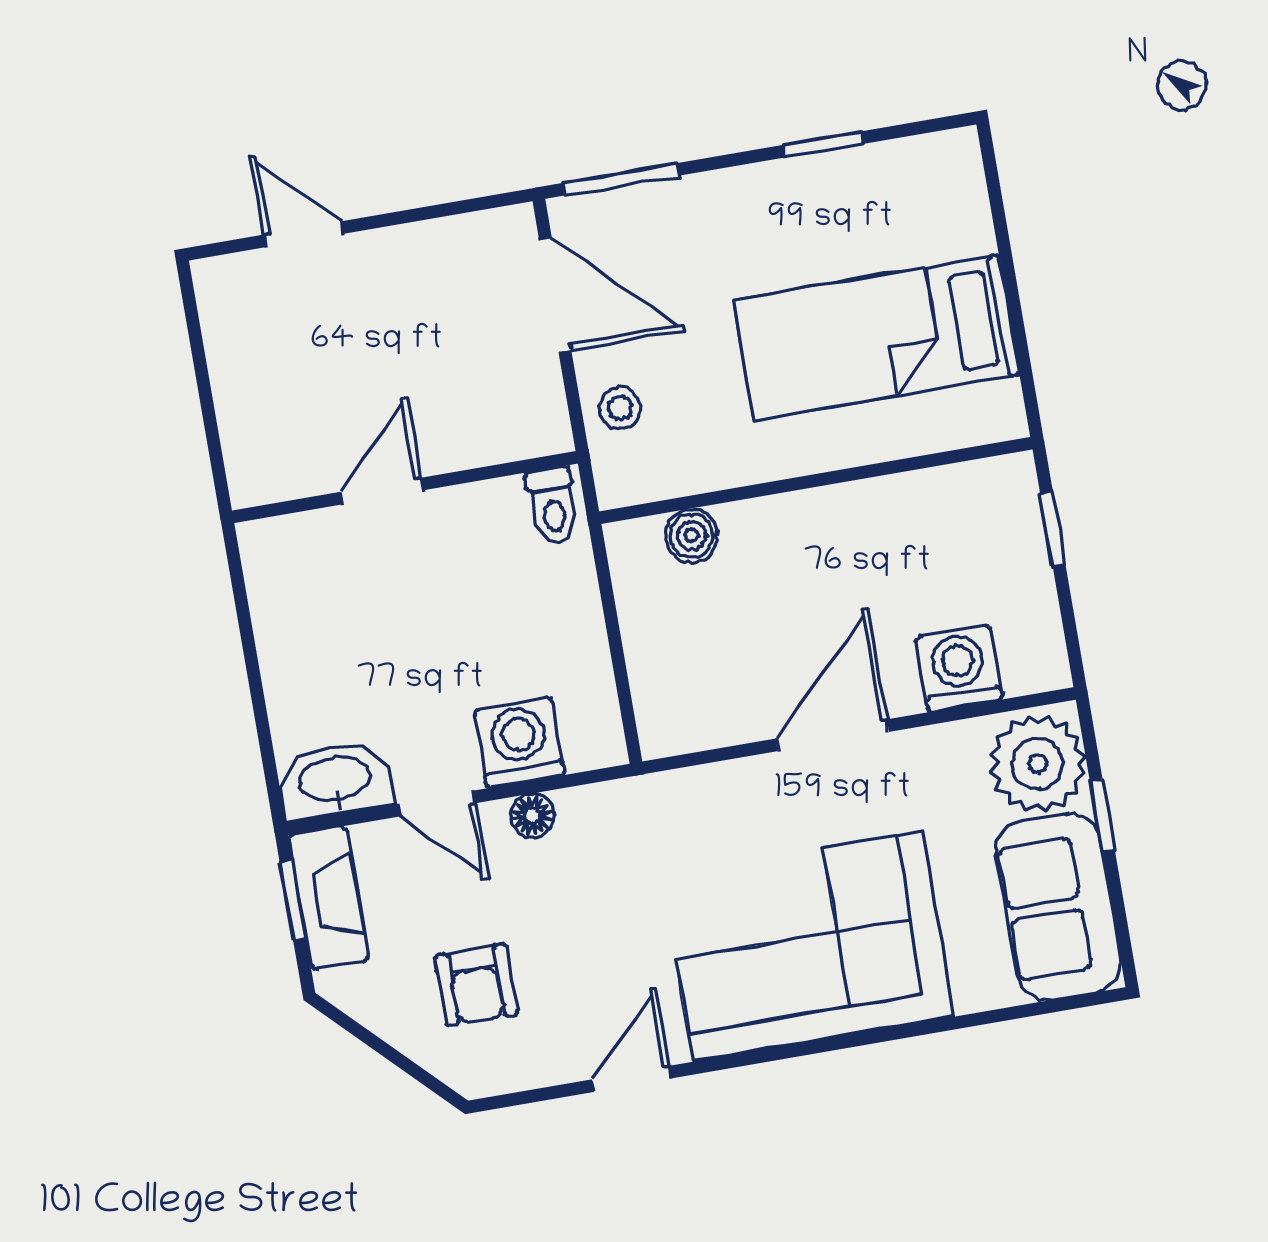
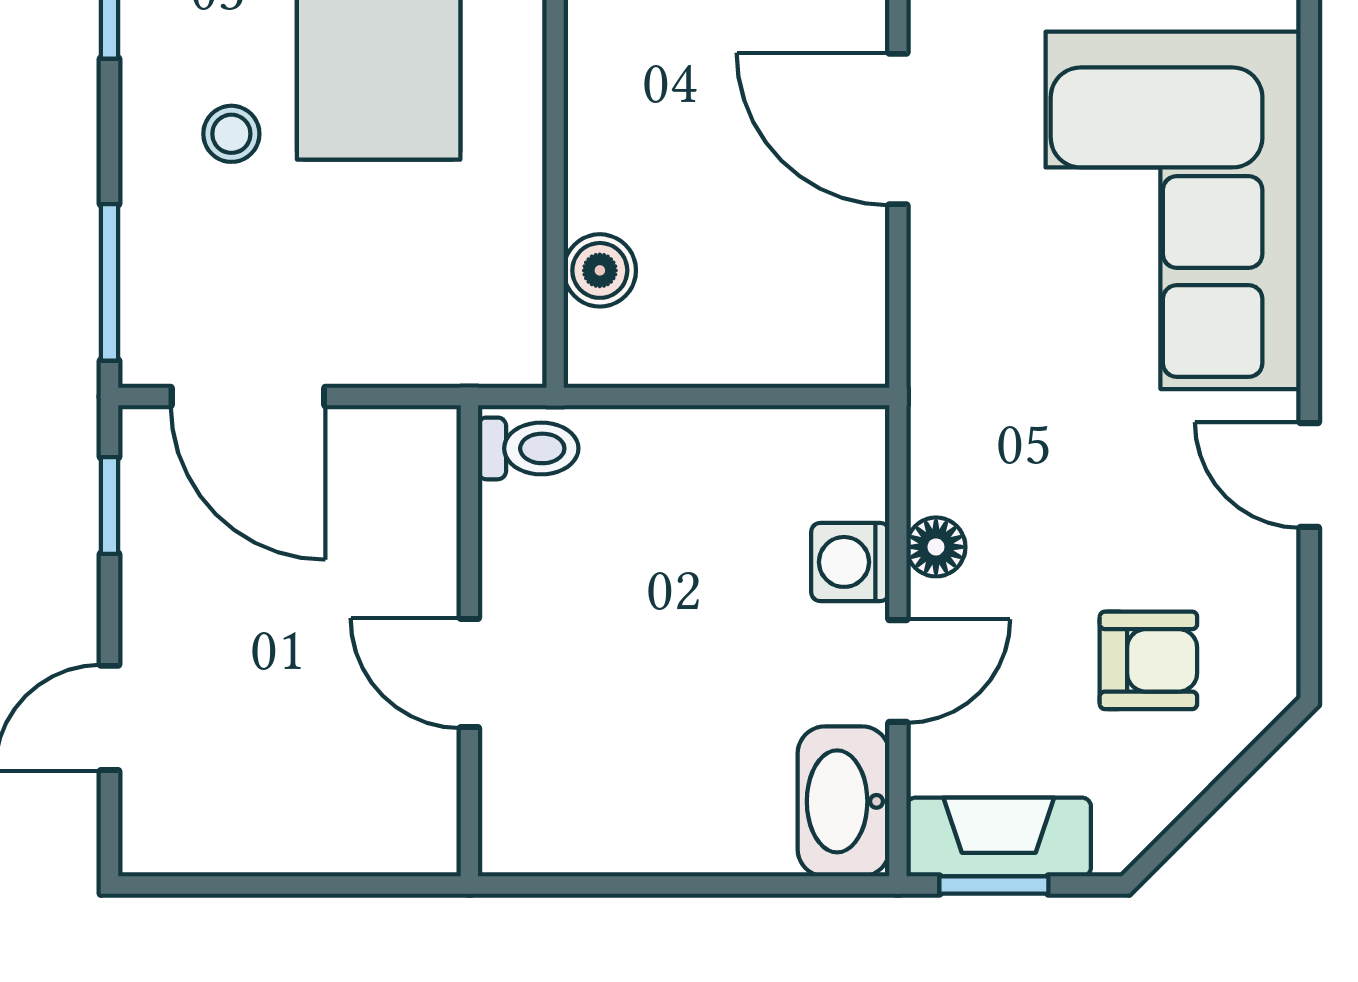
window: (458, 207) -> (109, 506), added
door: (555, 295) -> (248, 396), swing flipped
stool: (620, 408) -> (231, 134), moved
washing machine: (519, 742) -> (850, 562), width x0.73, depth x0.73

